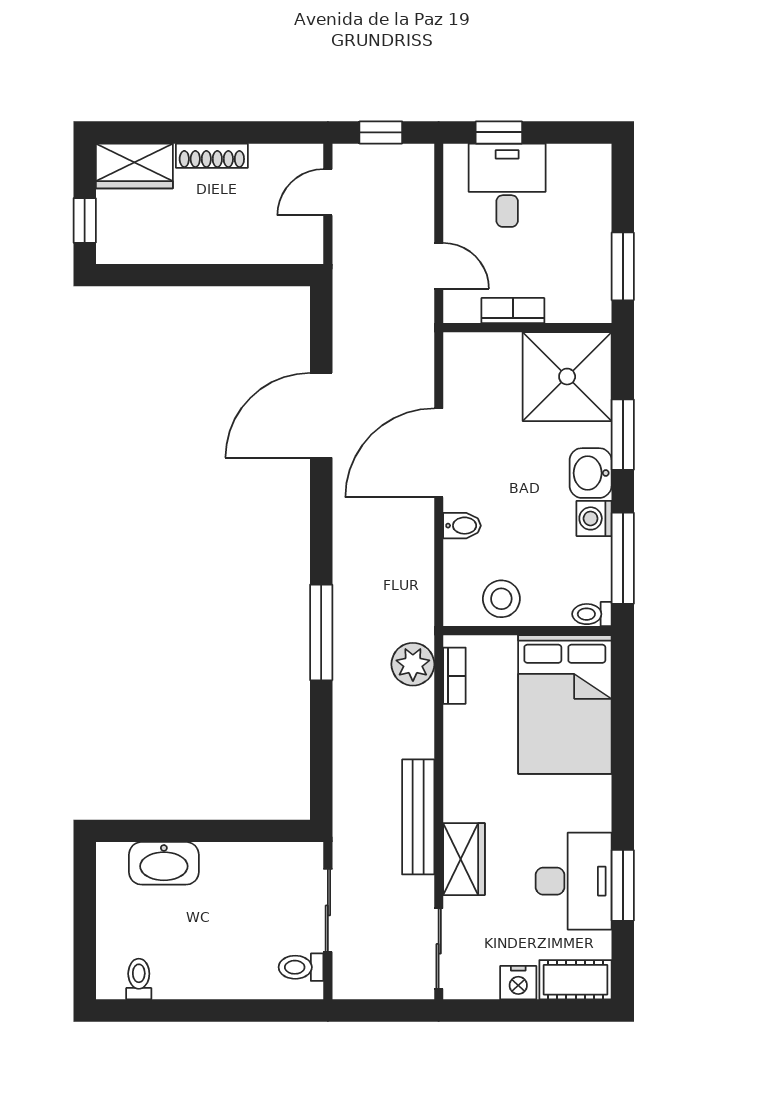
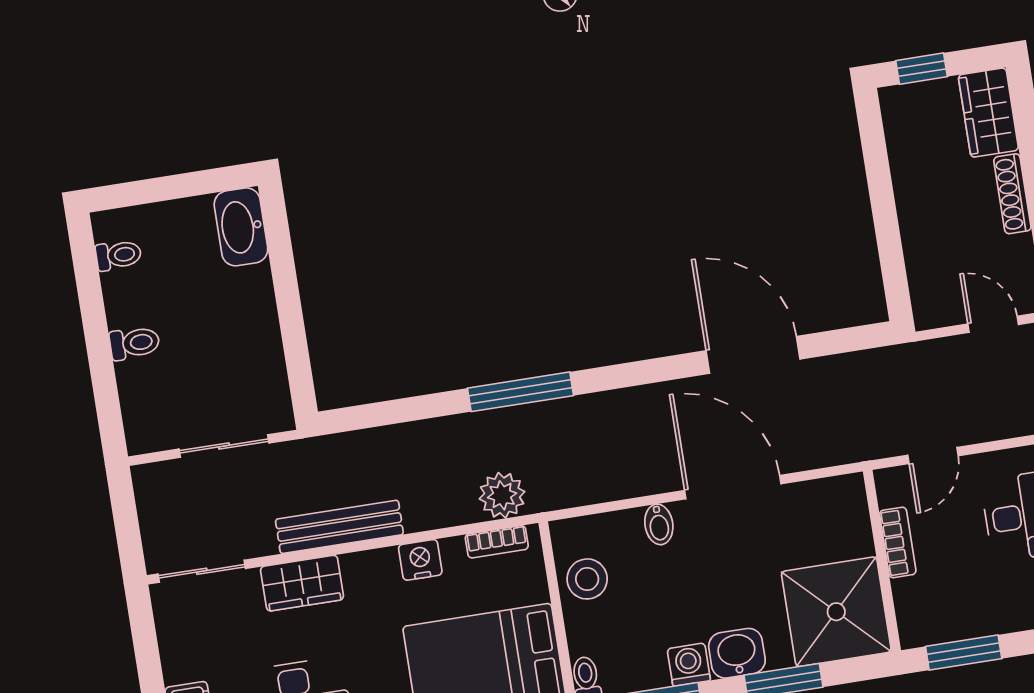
washbasin: (164, 863) -> (241, 227), moved
toilet: (301, 967) -> (135, 343), moved, turned 90
nightstand: (518, 983) -> (420, 560), moved, turned 90

